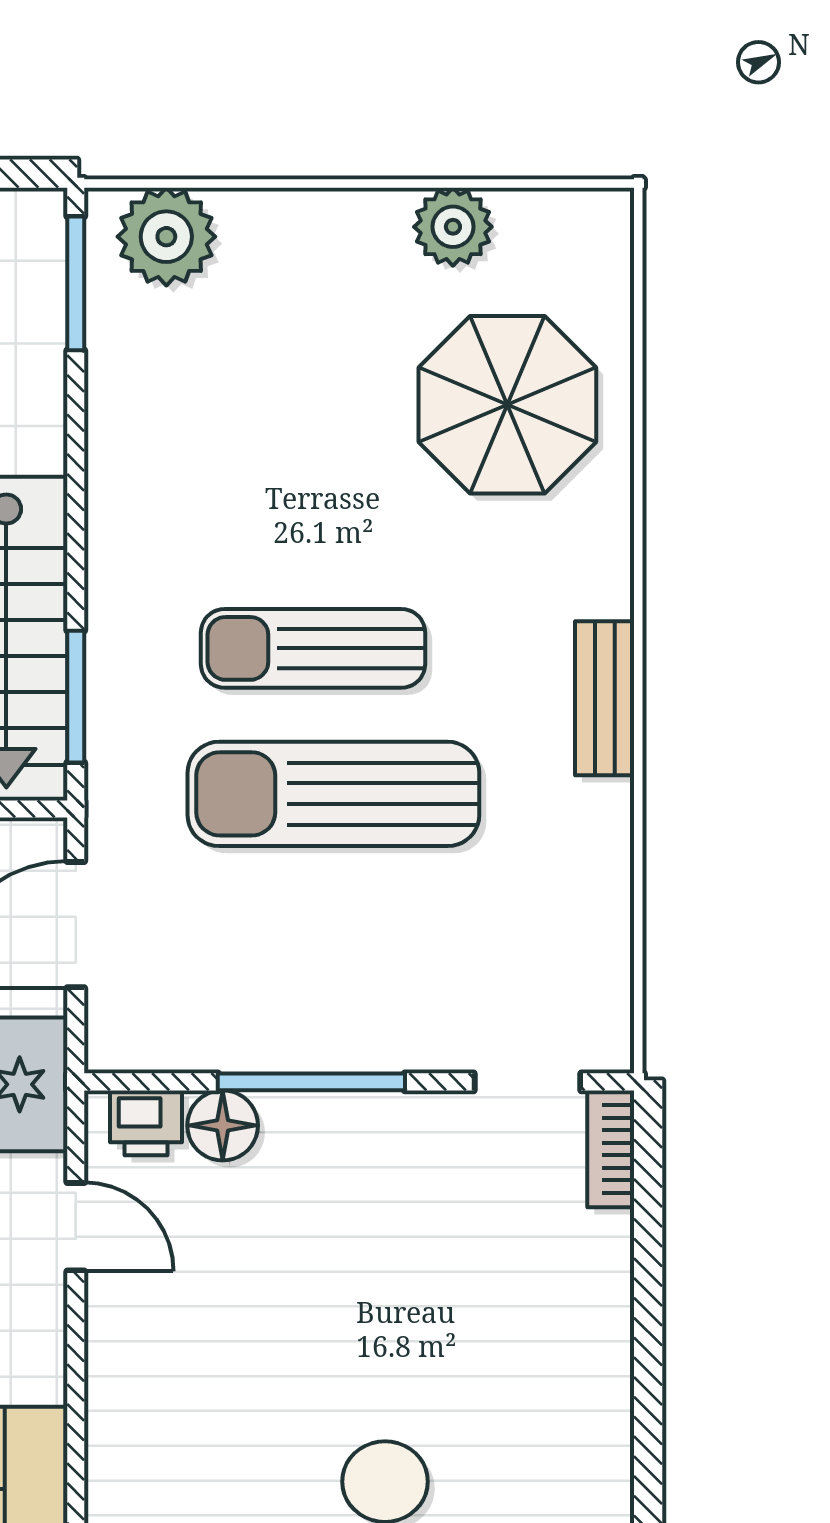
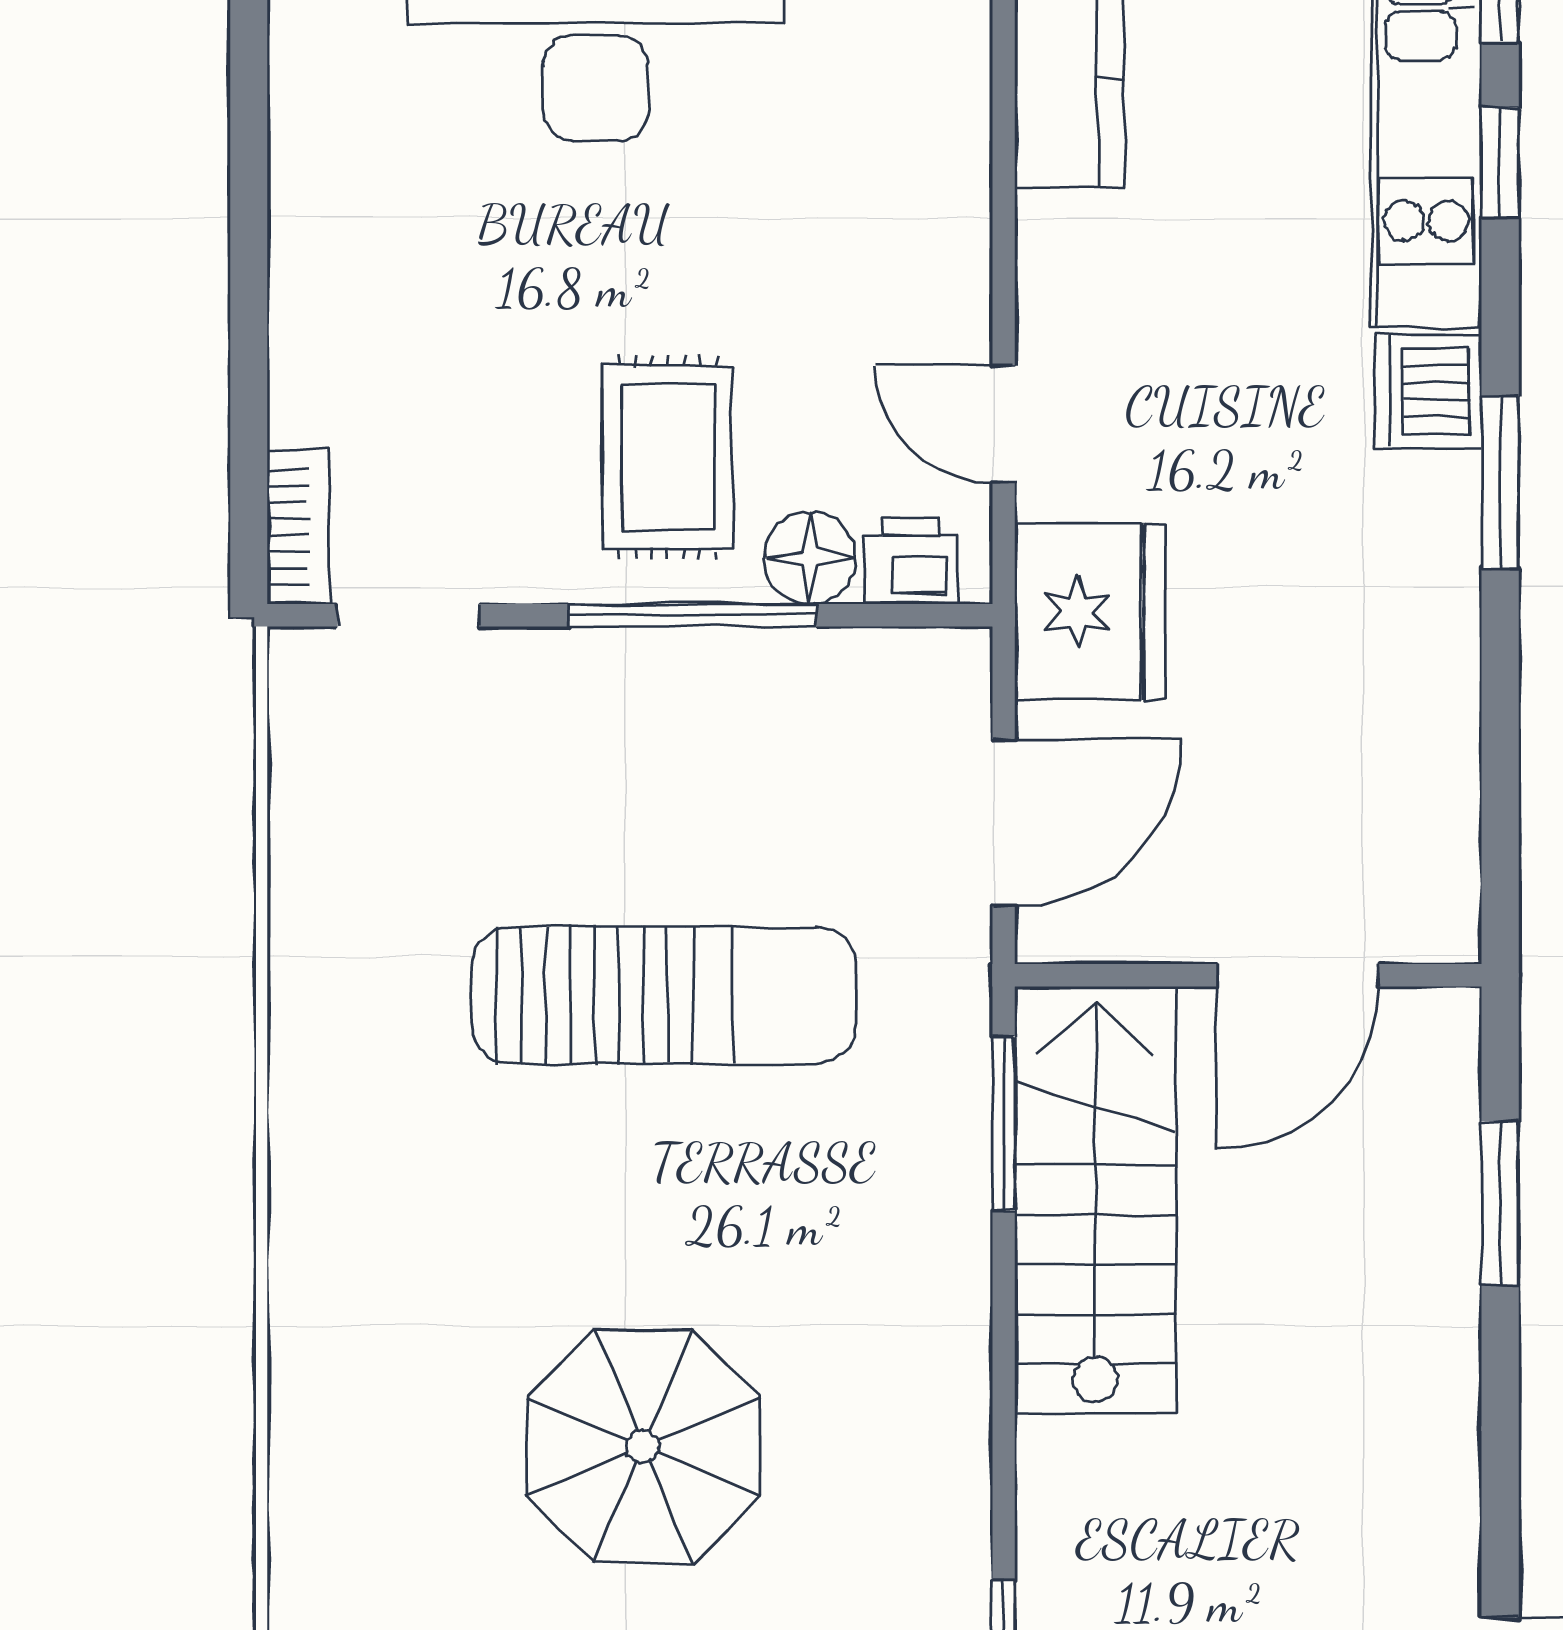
parasol: (507, 405) -> (643, 1446), moved
sun lounger: (313, 648) -> (691, 1187), removed
bench: (605, 698) -> (306, 1121), removed
rug: (330, 1202) -> (668, 457), added

